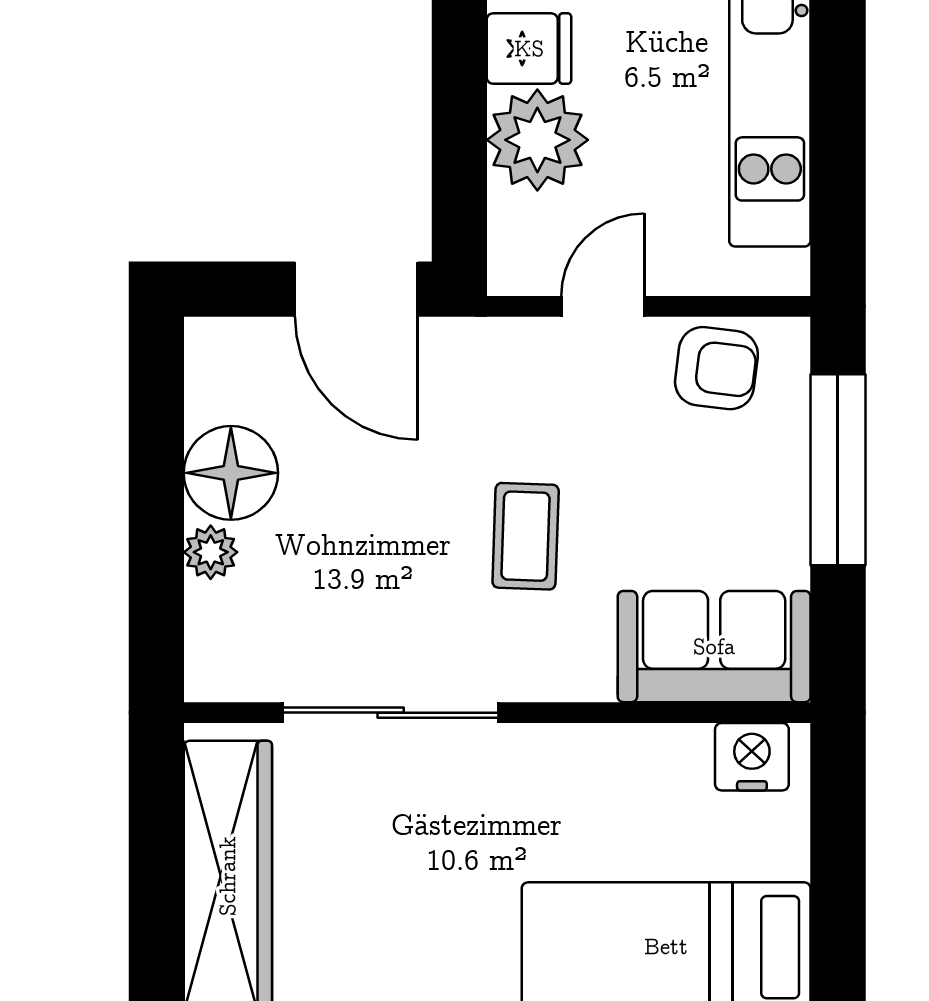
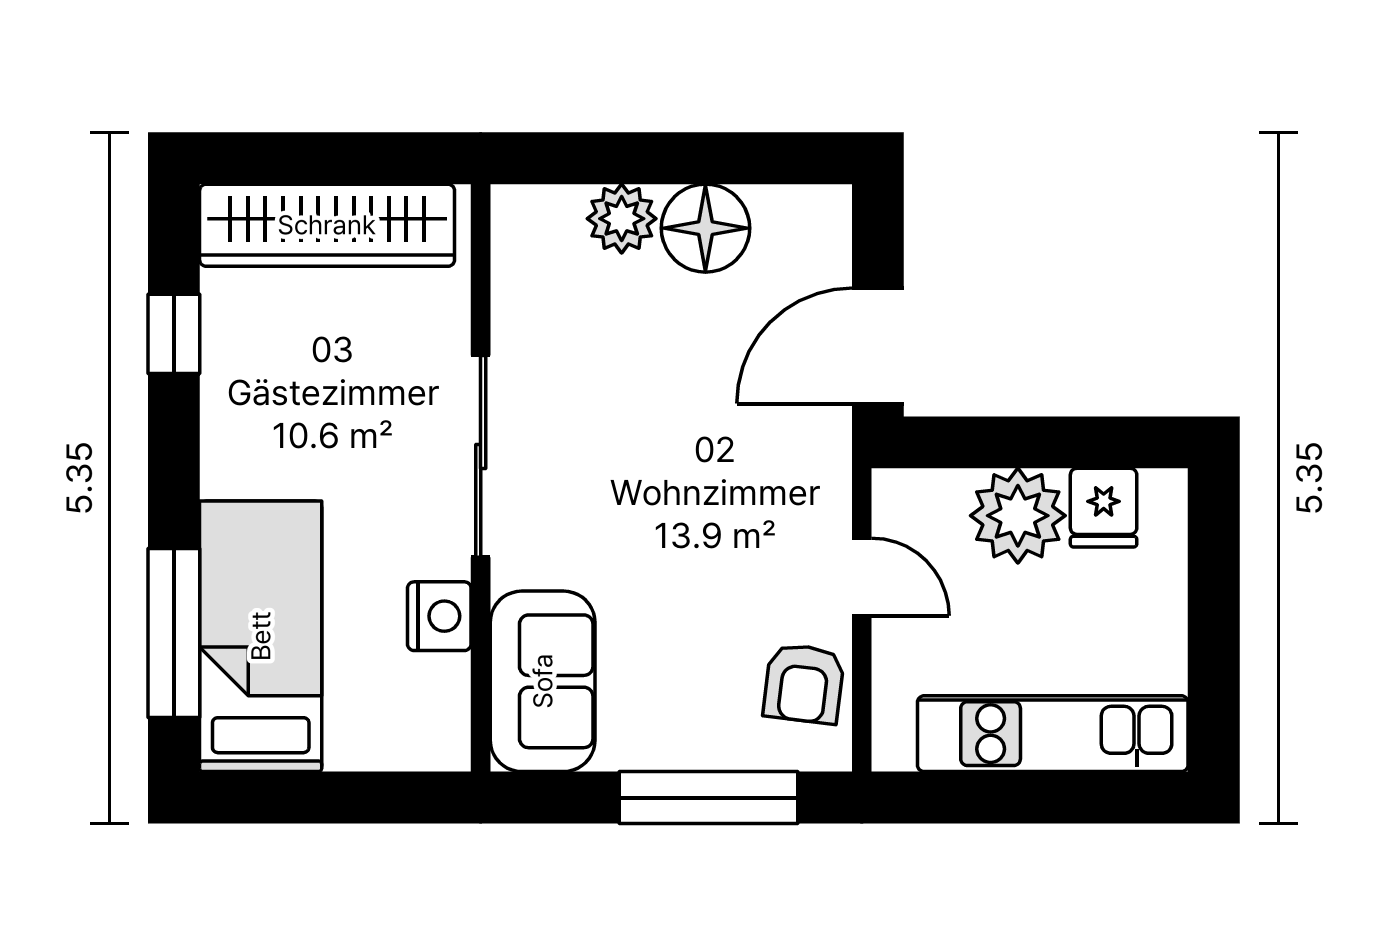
coffee table: (526, 536) -> (646, 504), removed
plant: (211, 552) -> (622, 219), width x1.38, depth x1.38
sliding door: (391, 713) -> (481, 456), moved
nightstand: (752, 757) -> (439, 616), moved

